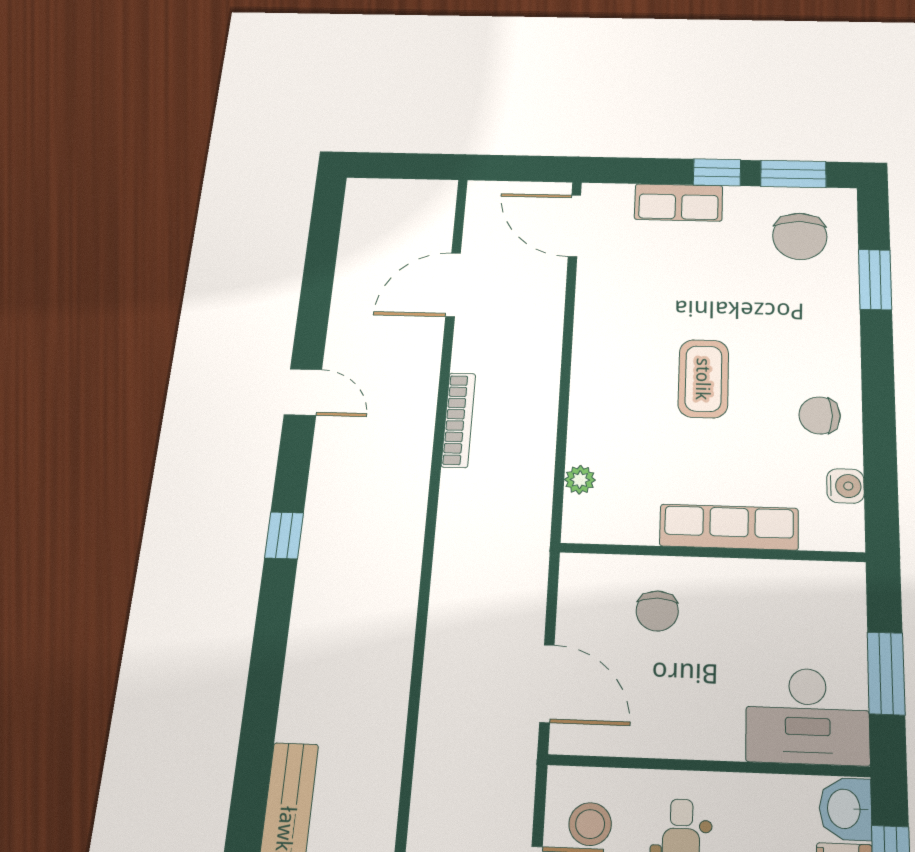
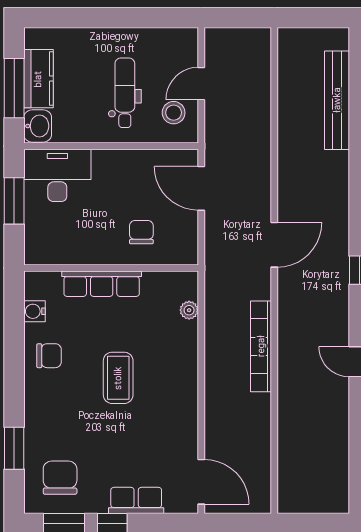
door: (453, 285) -> (274, 245), moved
bookcase: (458, 420) -> (261, 346), width x1.48, depth x1.31

